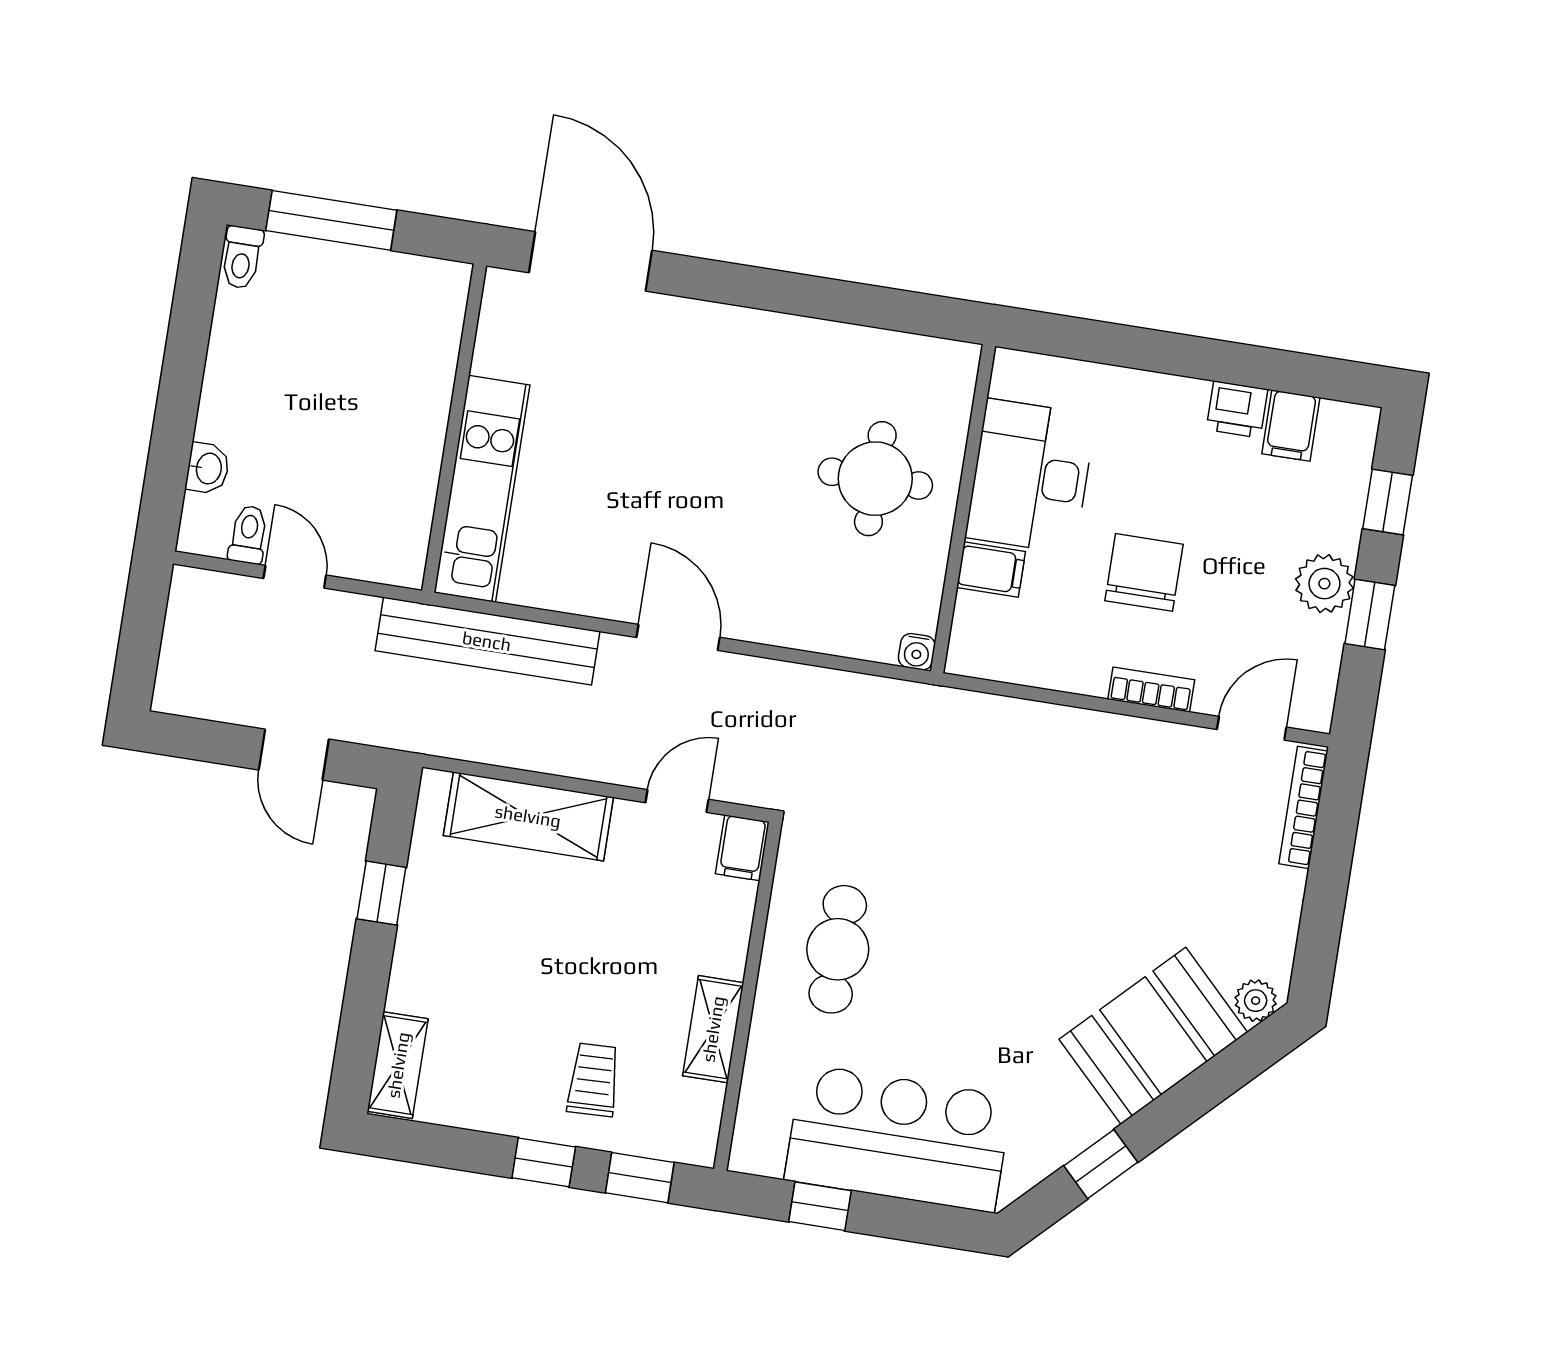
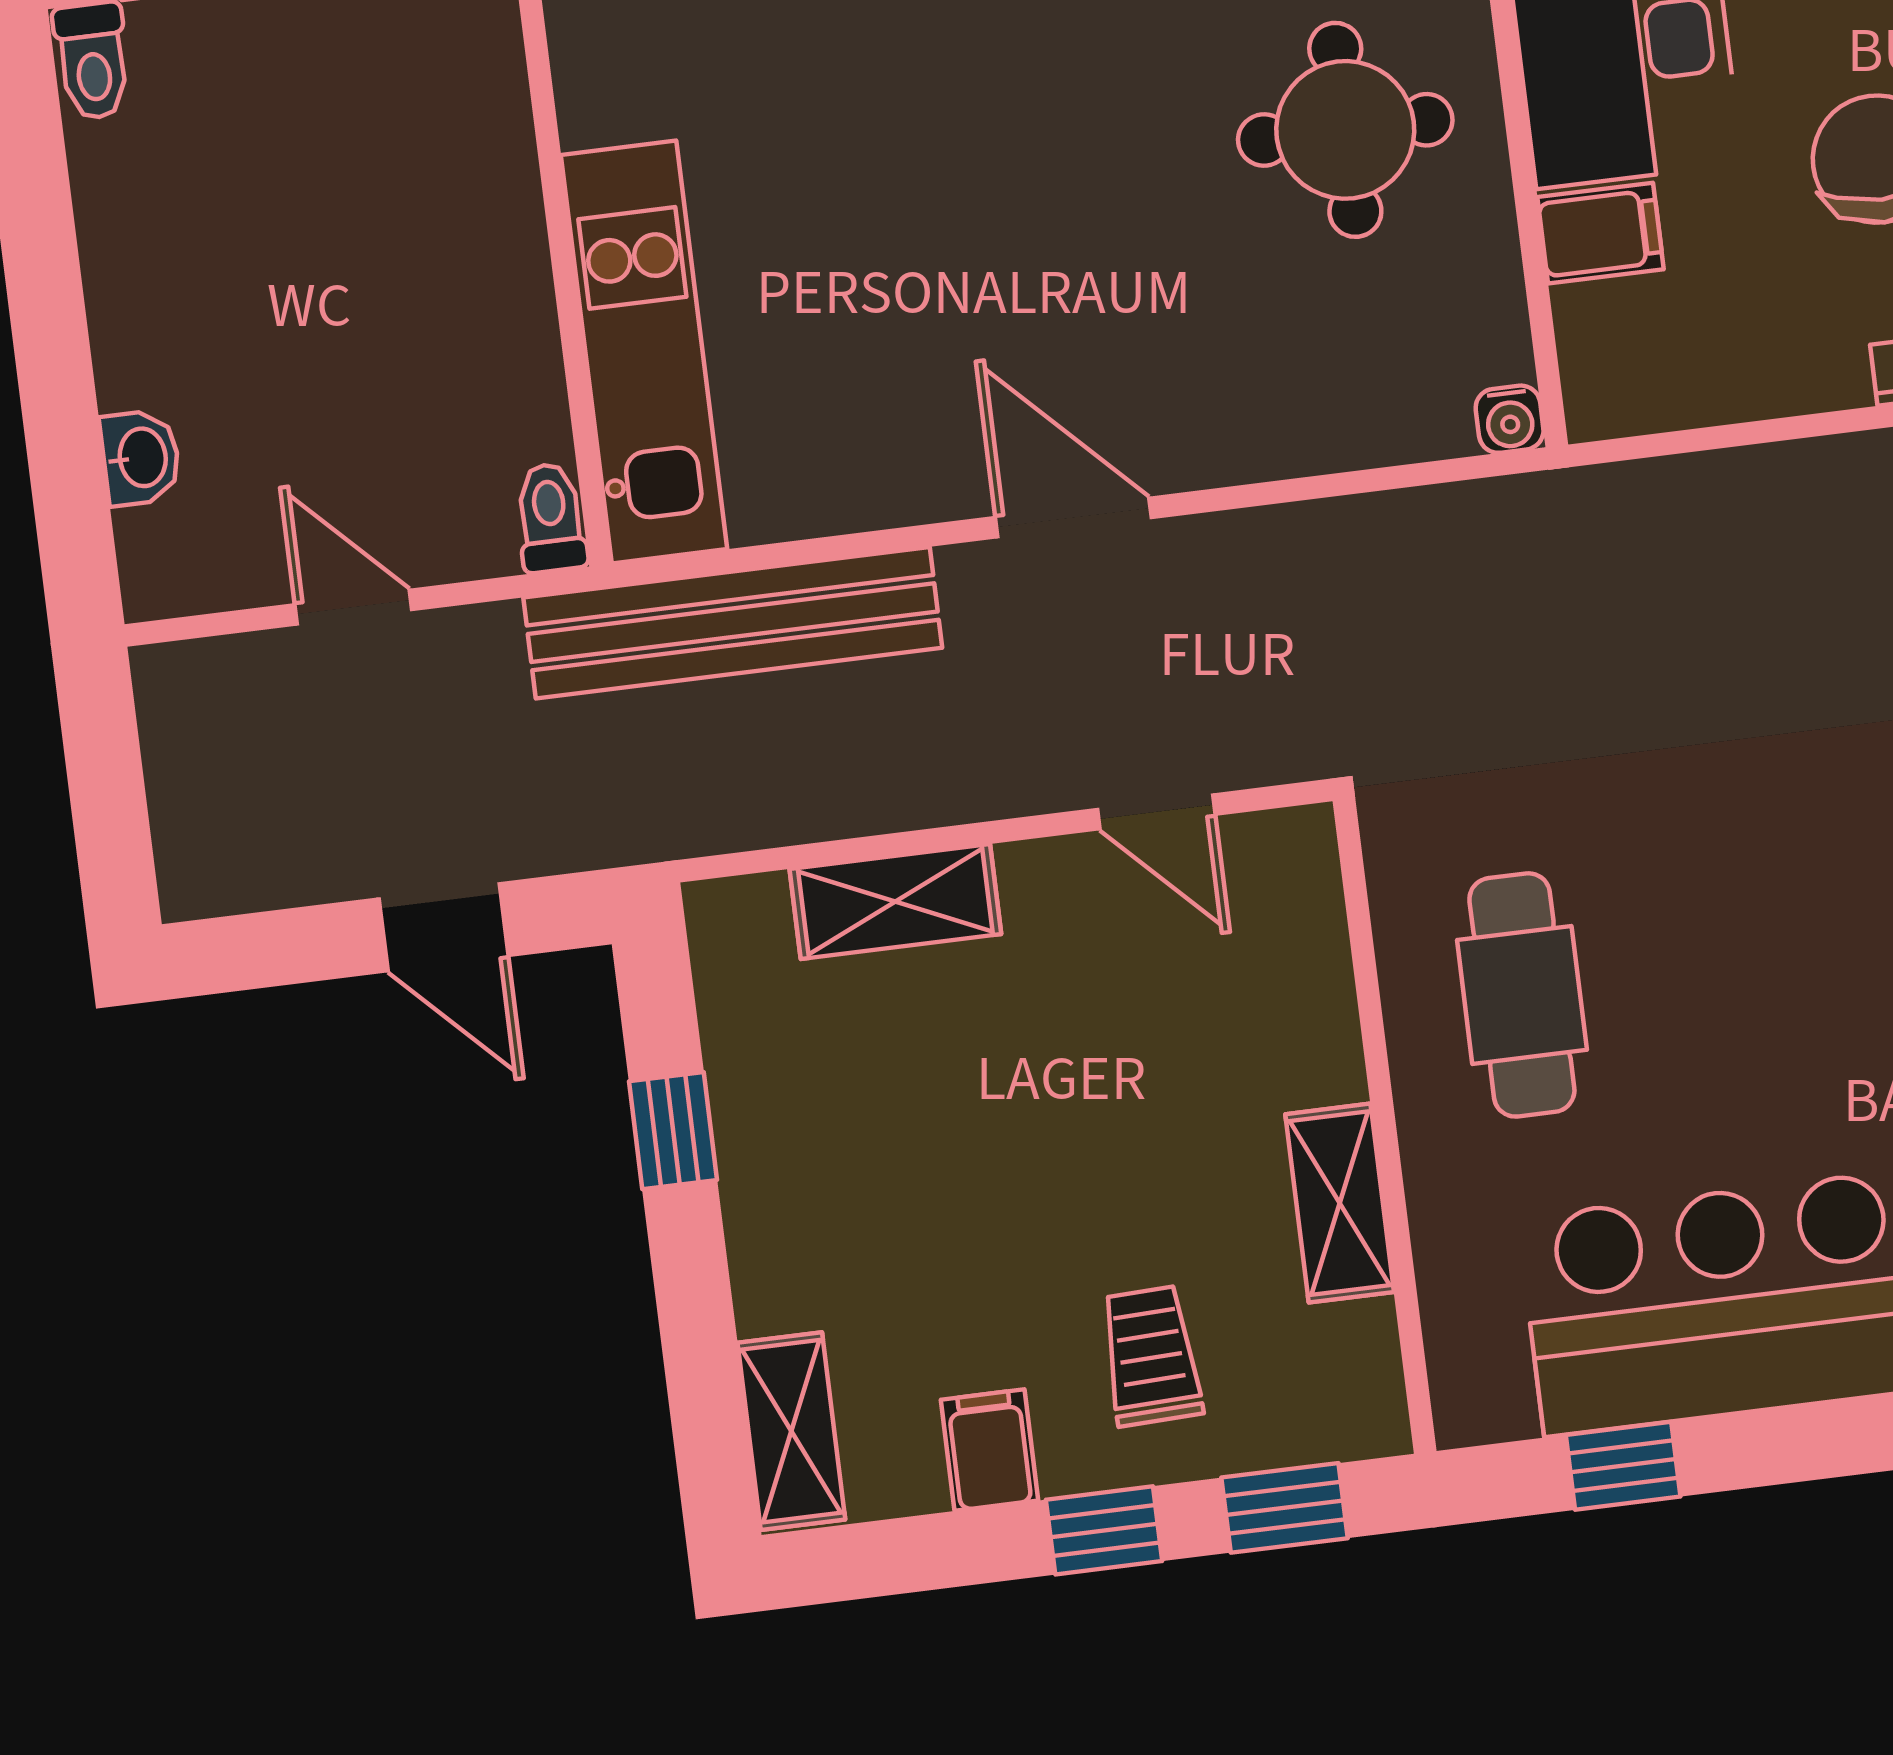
toilet: (248, 535) -> (551, 518), moved
door: (677, 801) -> (1156, 812), swing flipped
shelving: (528, 816) -> (895, 901), width x0.67, depth x0.75
filing cabinet: (742, 848) -> (989, 1450), moved, turned 180

